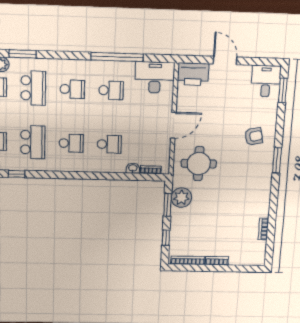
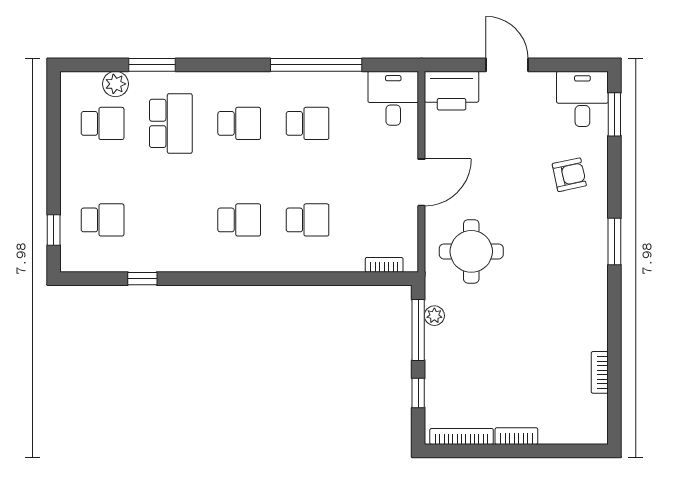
desk: (155, 77) -> (393, 98), width x0.73
armchair: (254, 136) -> (569, 175), moved
school desk: (33, 142) -> (171, 220), removed
washbasin: (133, 168) -> (352, 263), removed
plant: (181, 198) -> (434, 316), width x0.53, depth x0.53
window: (168, 205) -> (418, 330), width x1.44

